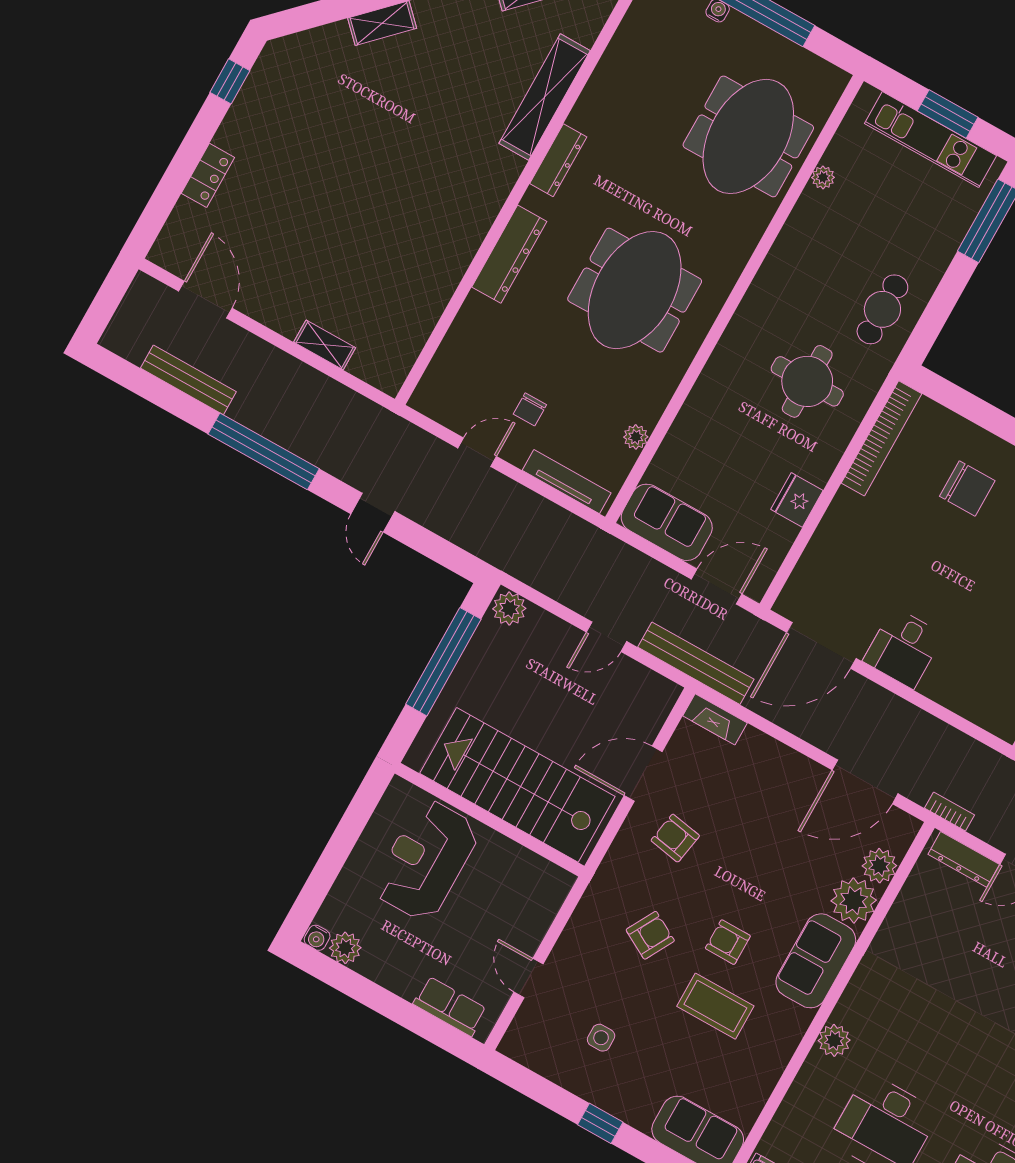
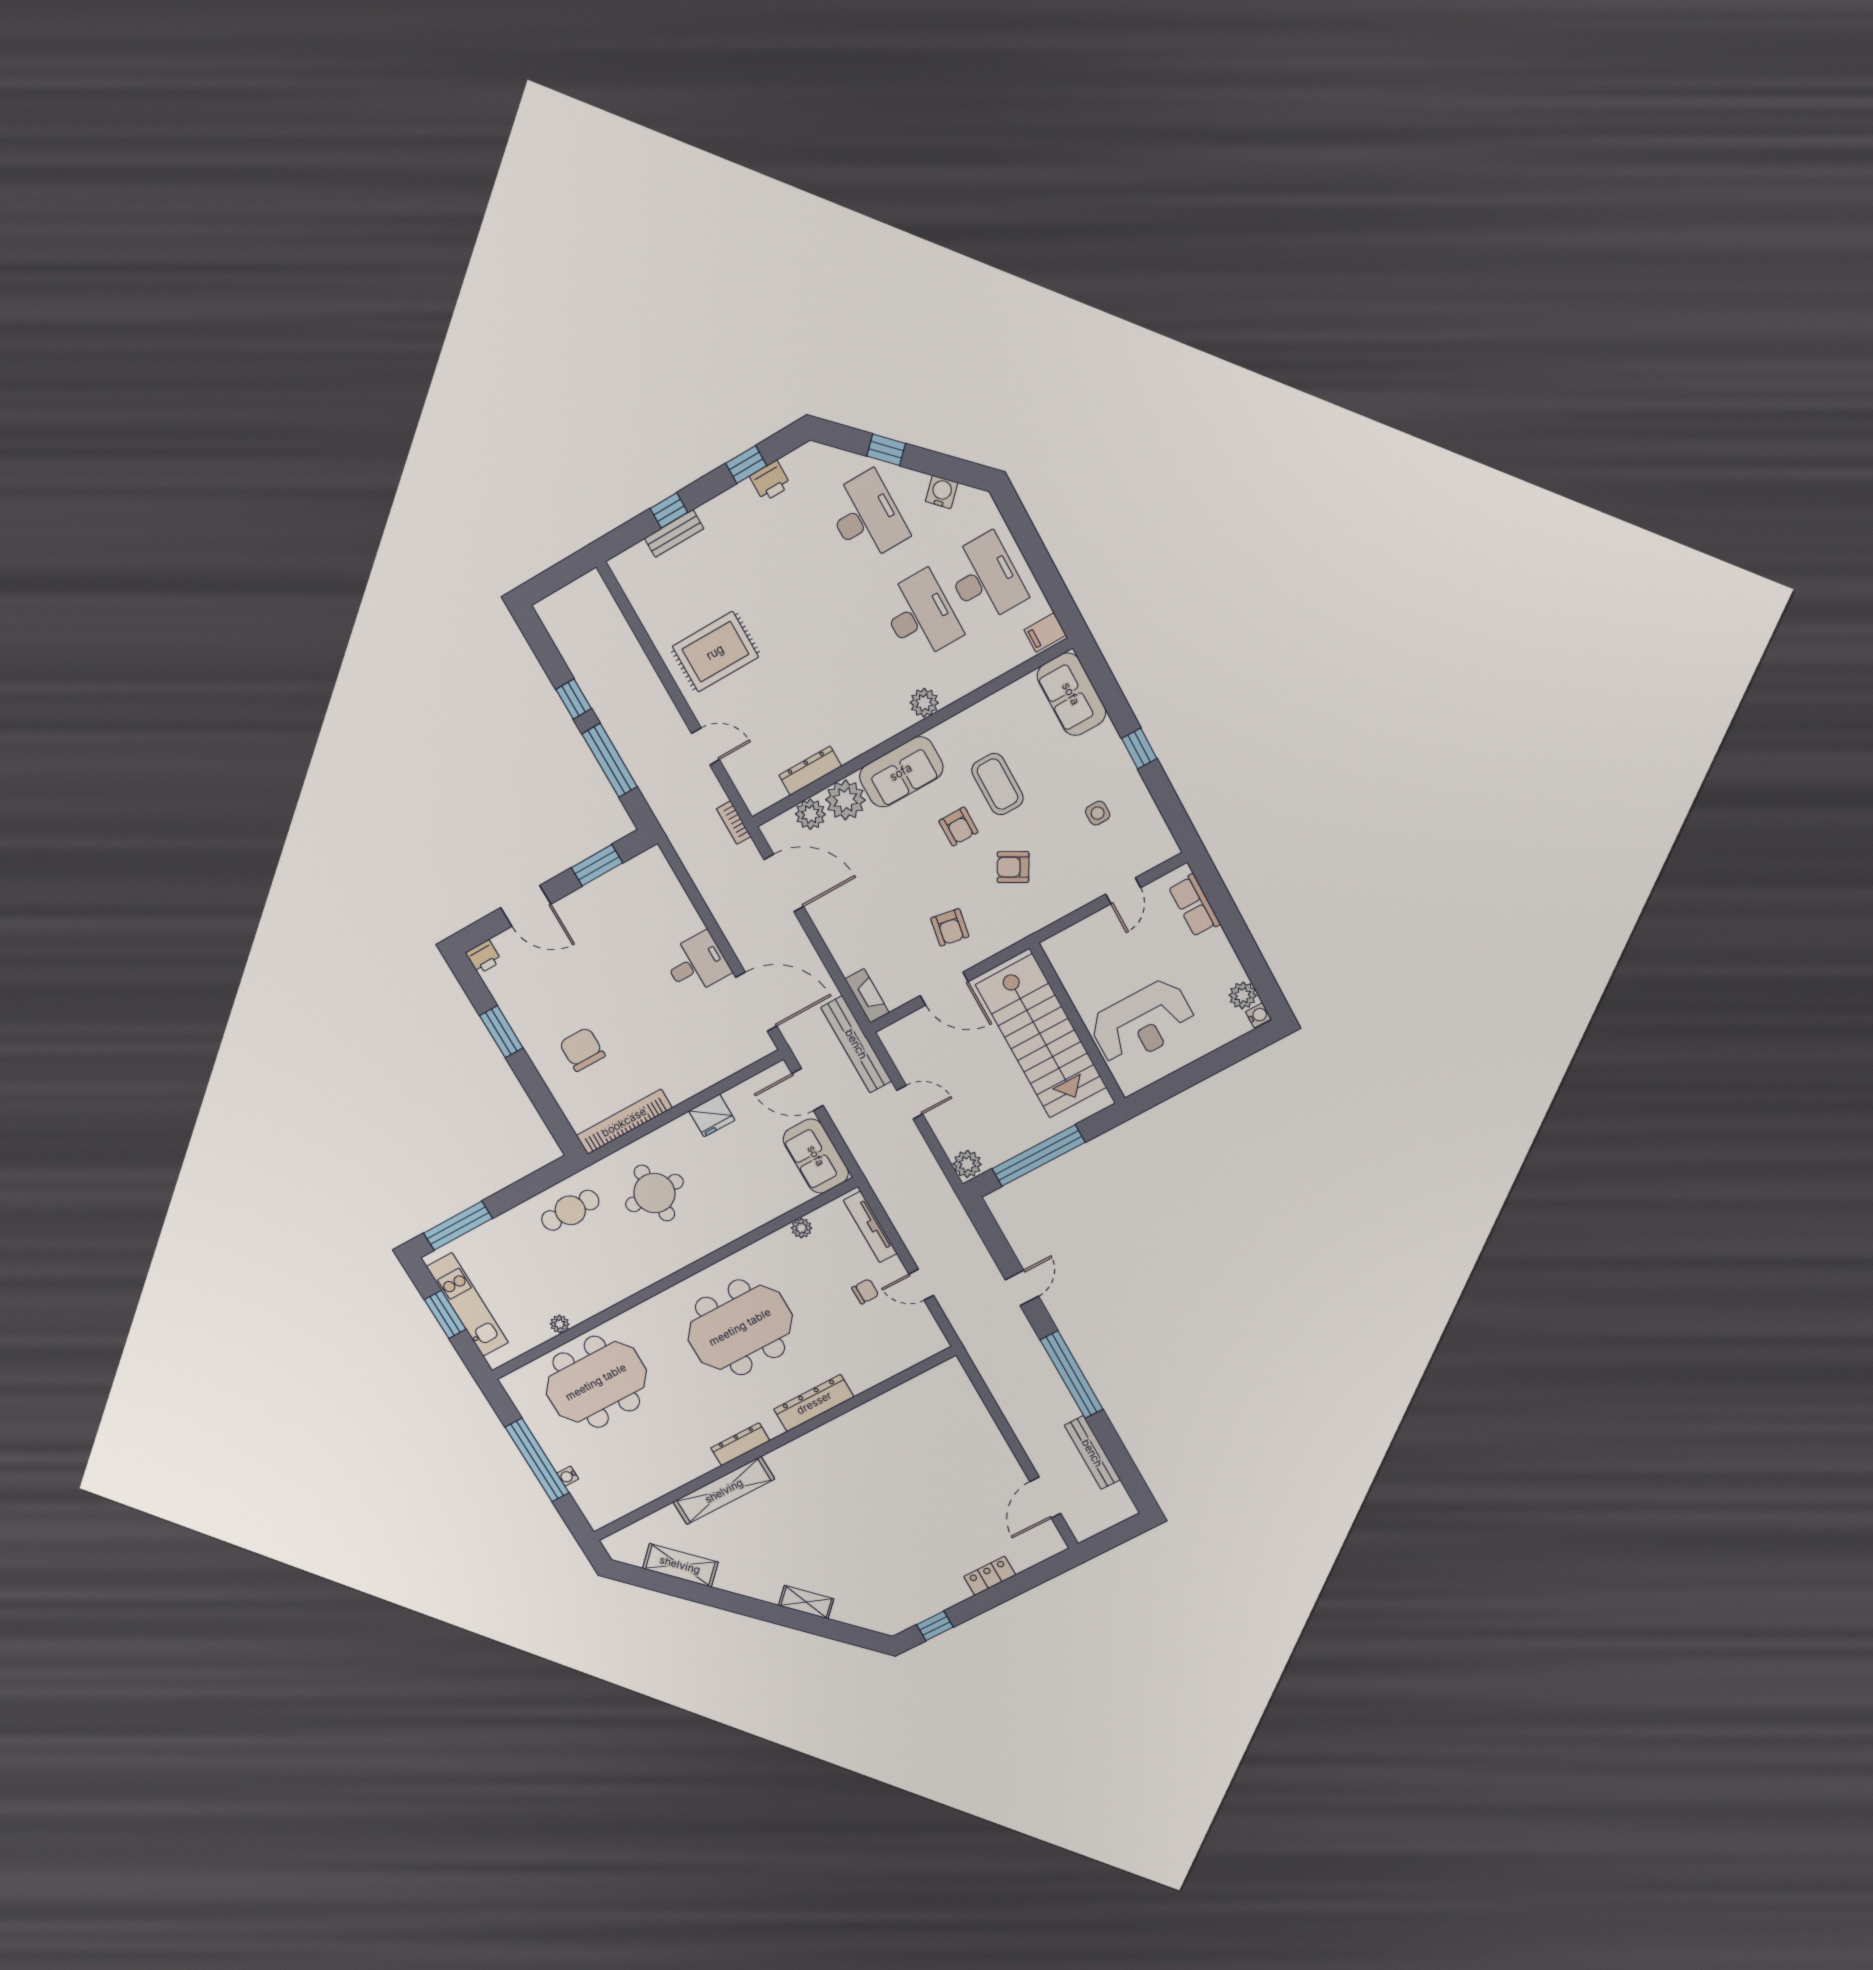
shelving: (325, 345) -> (982, 1419), removed
dresser: (964, 859) -> (810, 771), moved, turned -90

